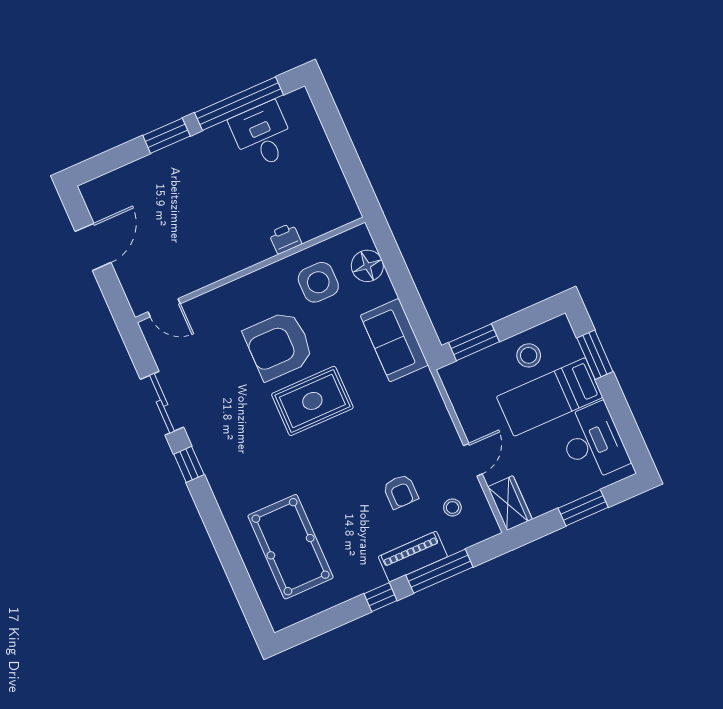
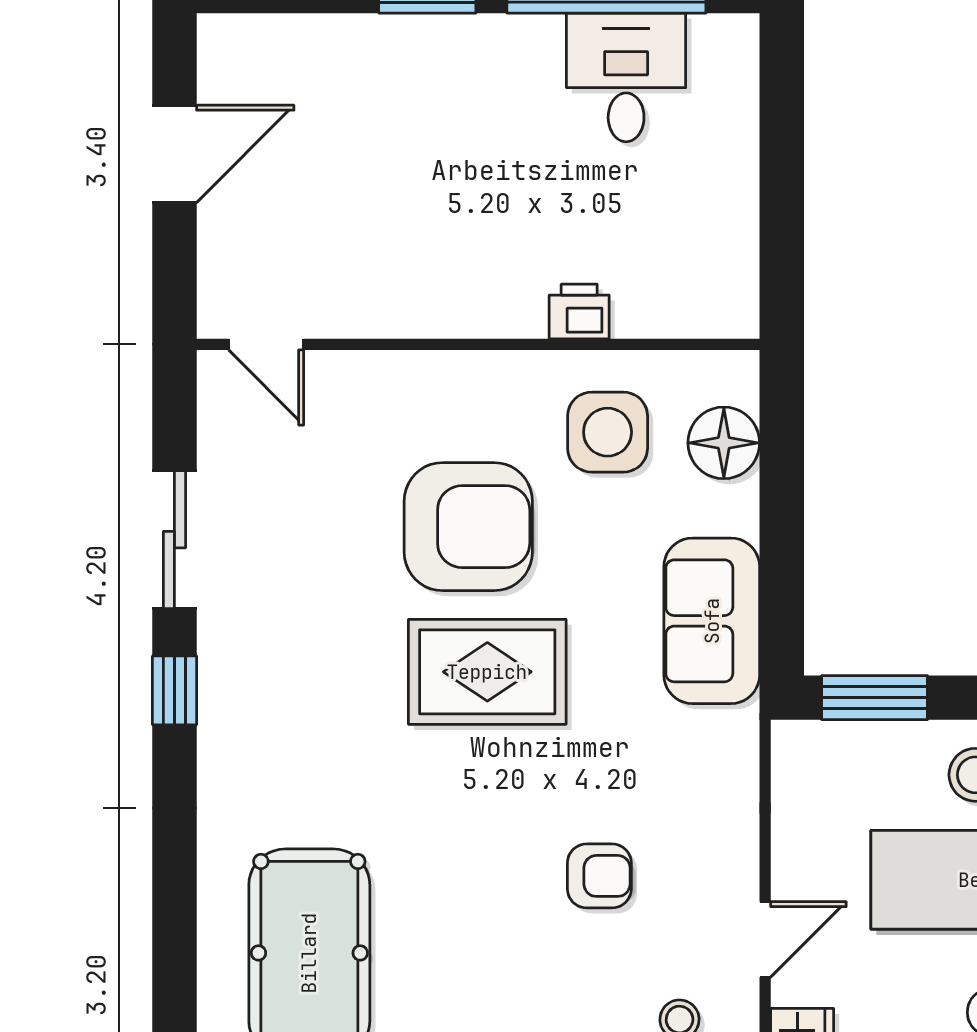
armchair: (279, 345) -> (468, 527), turned 180
armchair: (401, 491) -> (599, 876), moved, turned -90

